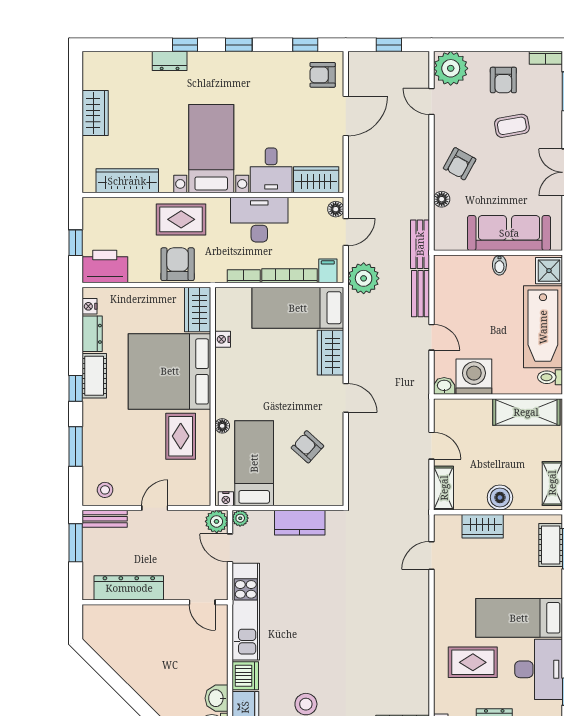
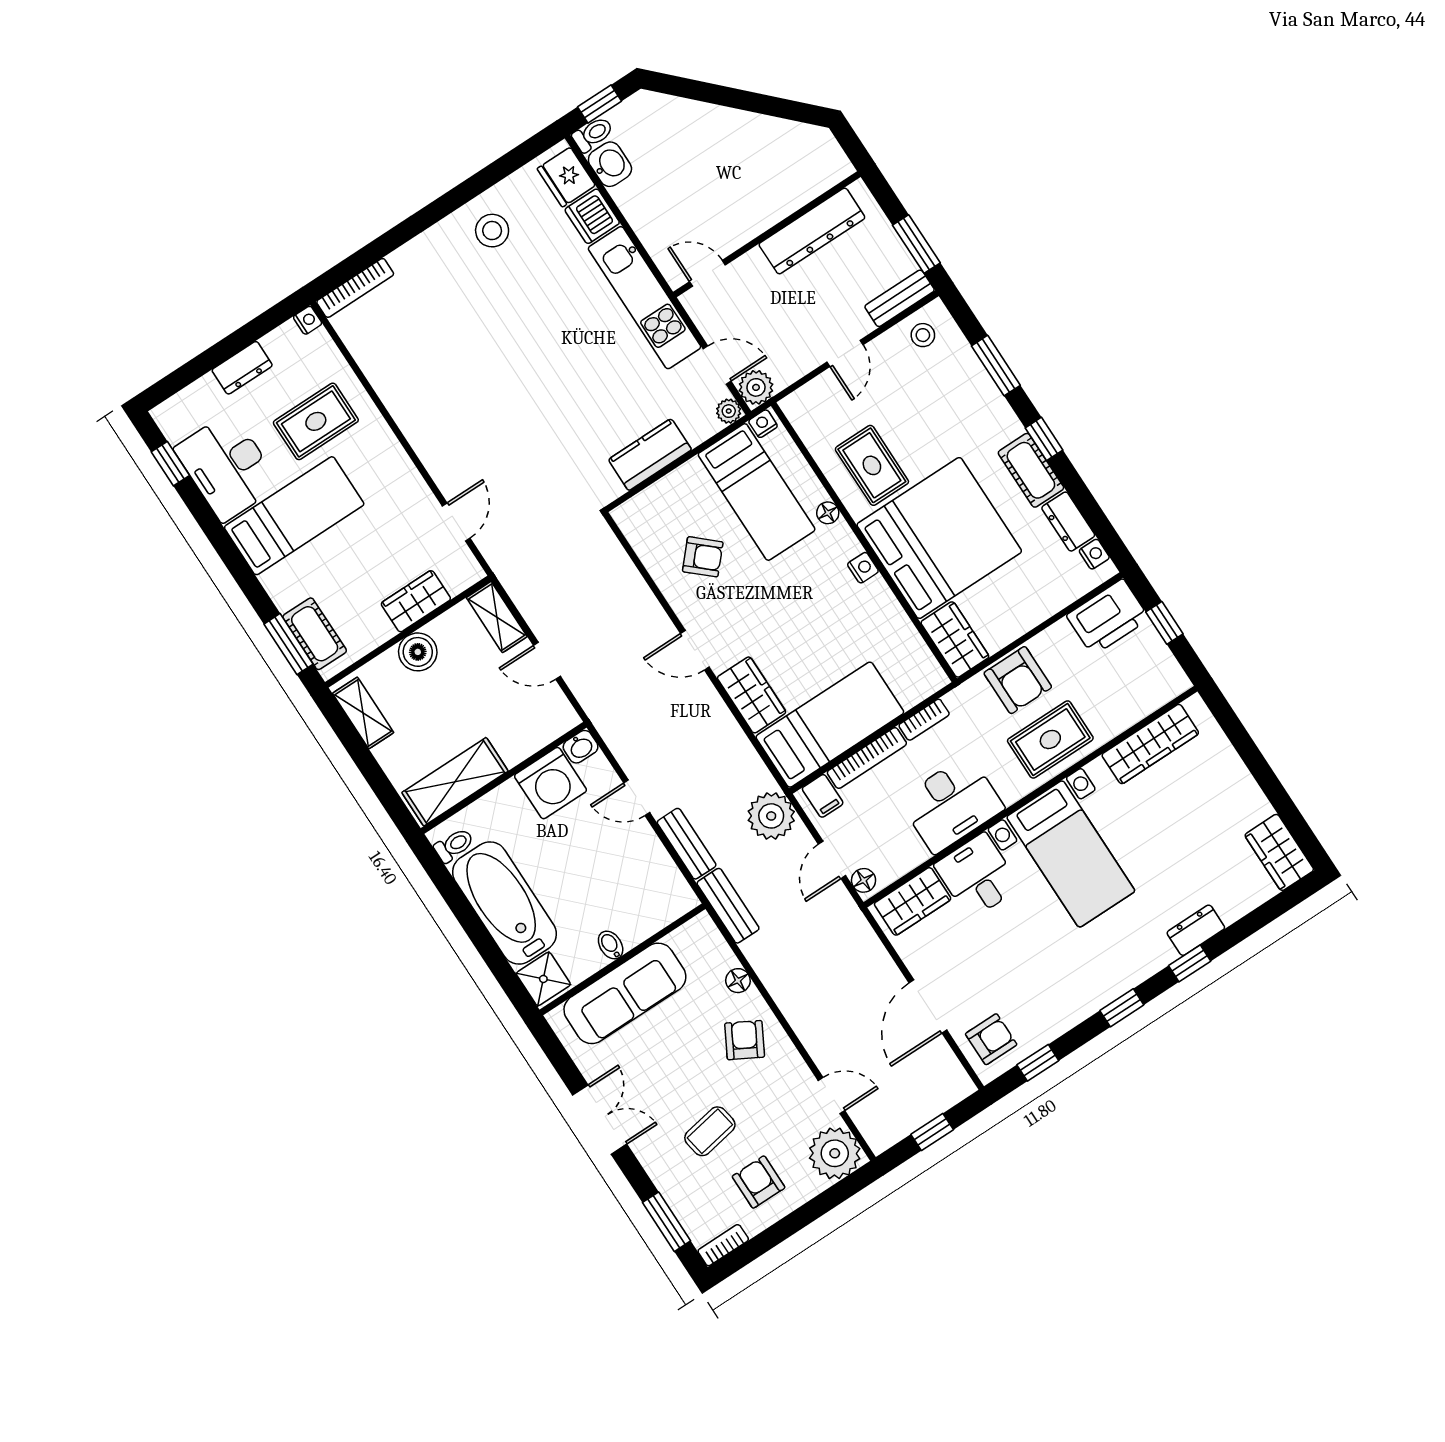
wardrobe: (95, 113) -> (1279, 852), moved
nightstand: (223, 339) -> (863, 568), moved

